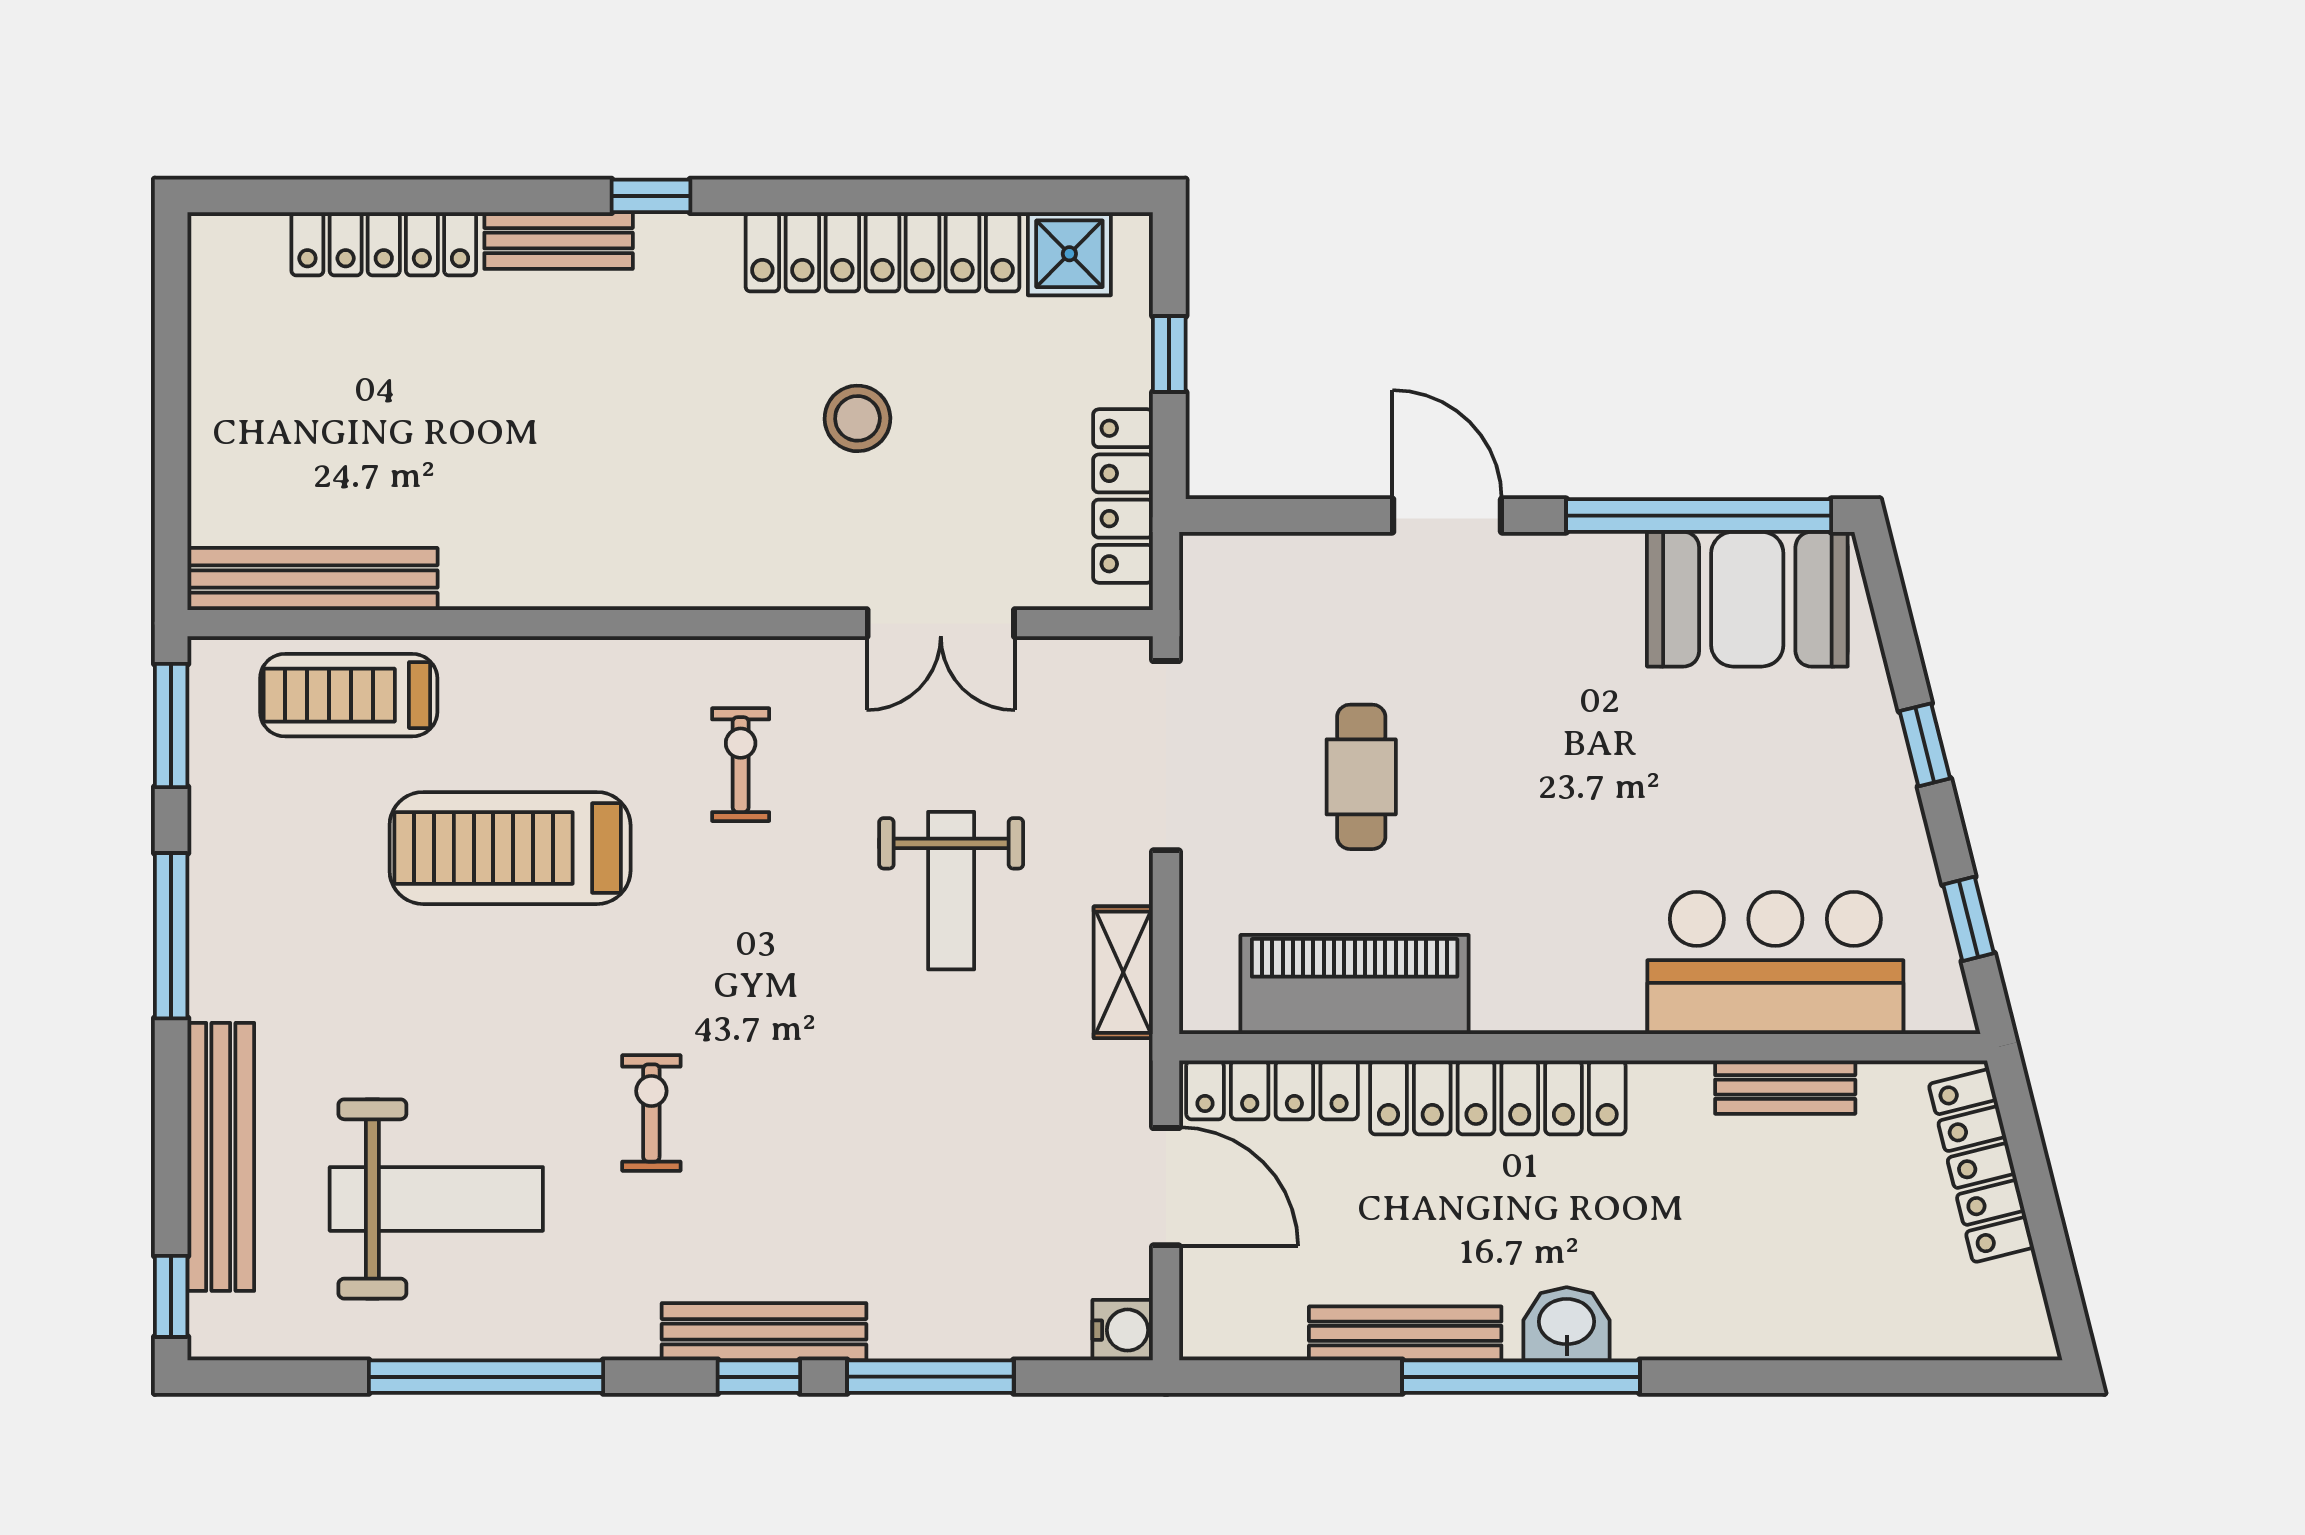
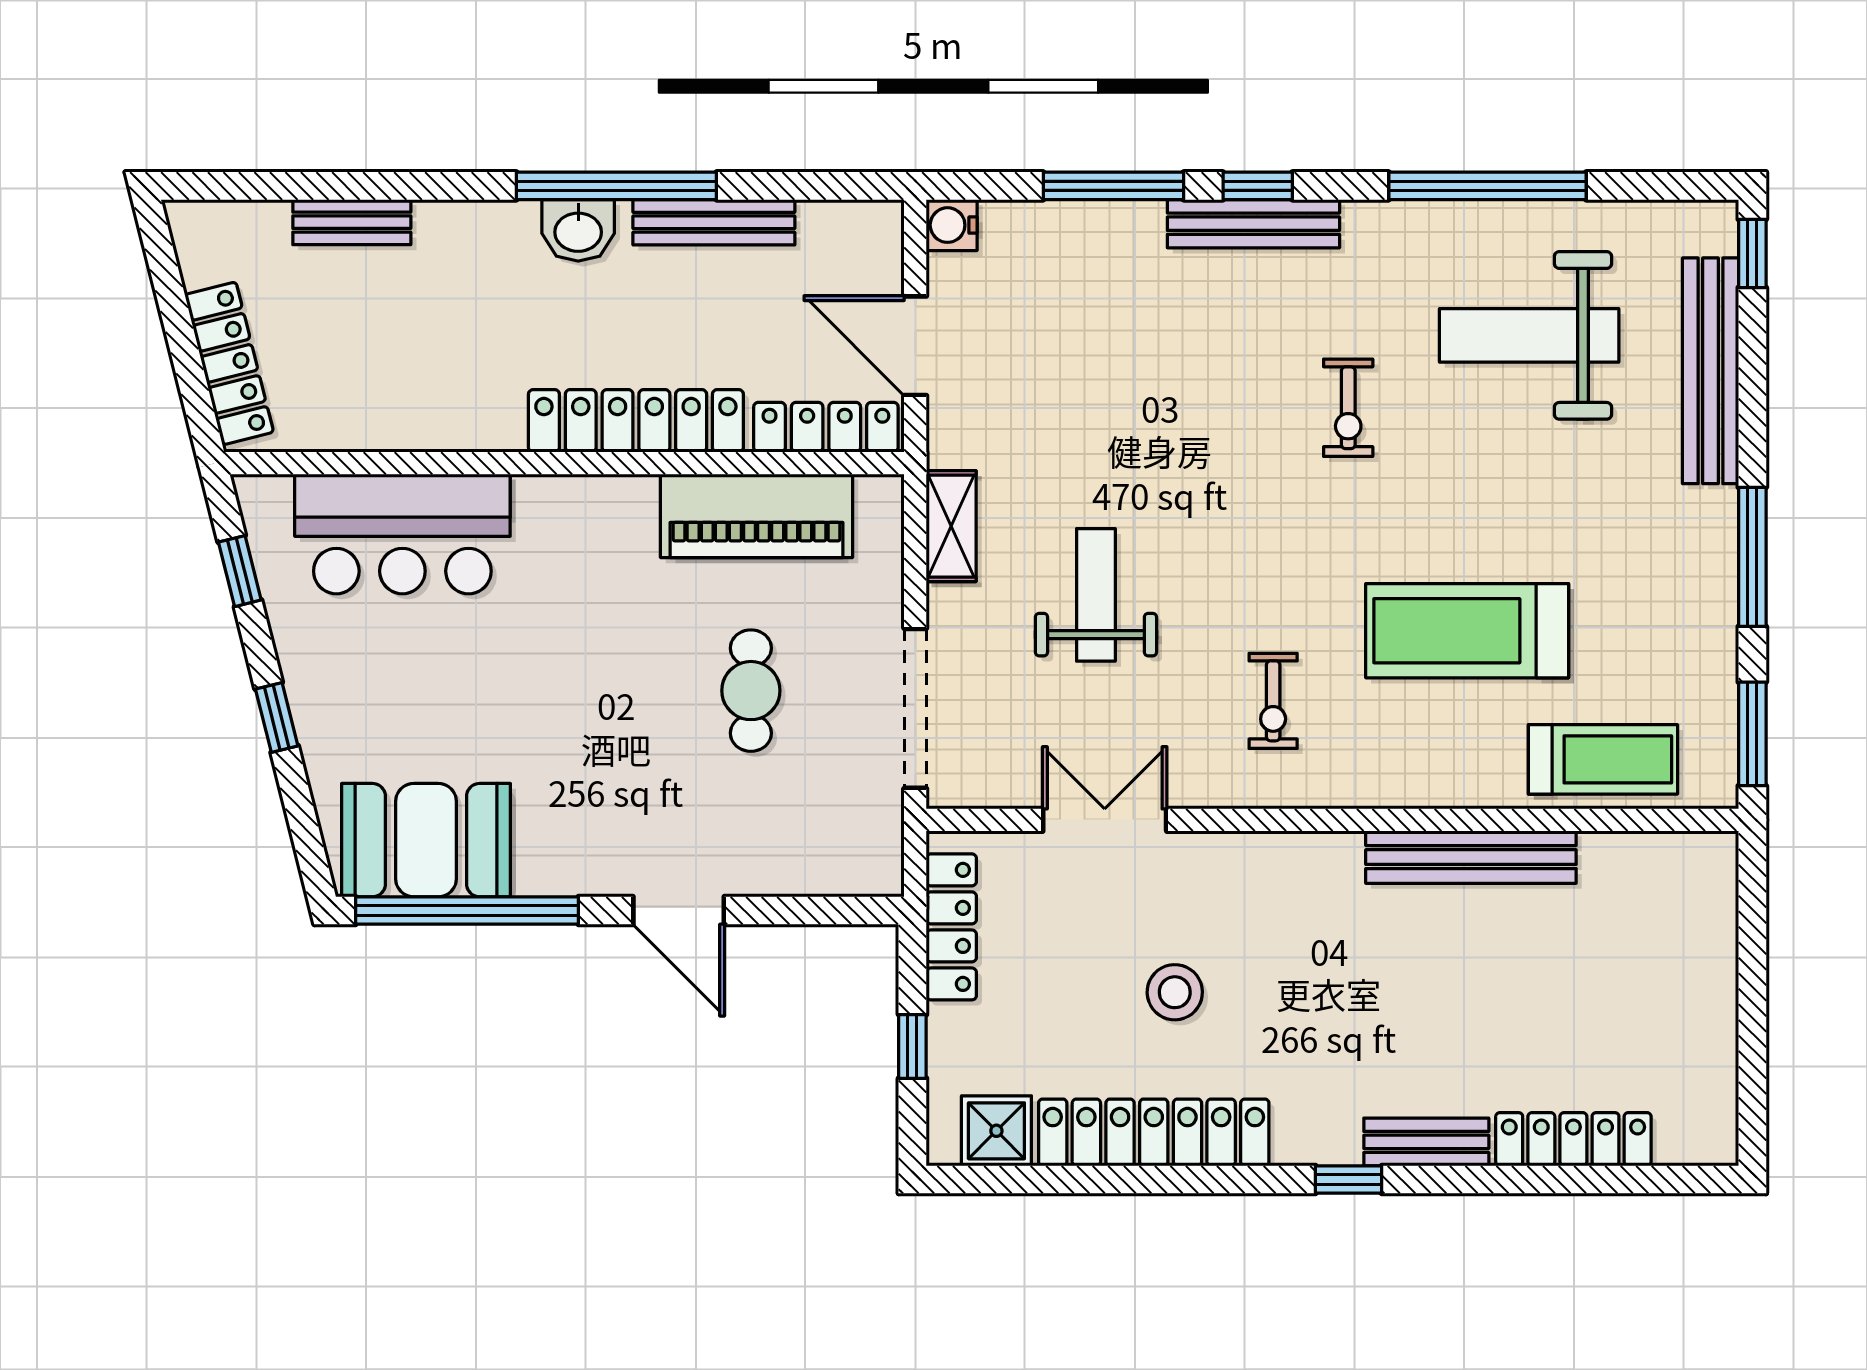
bench: (313, 579) -> (1471, 857), moved
treadmill: (510, 848) -> (1467, 631), turned 180
bench: (1785, 1087) -> (352, 222), moved

